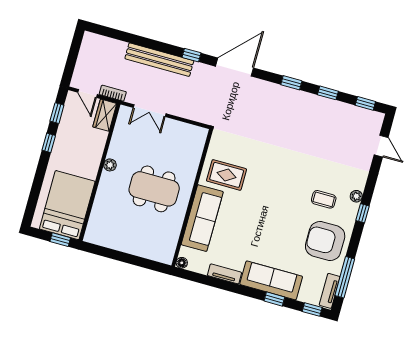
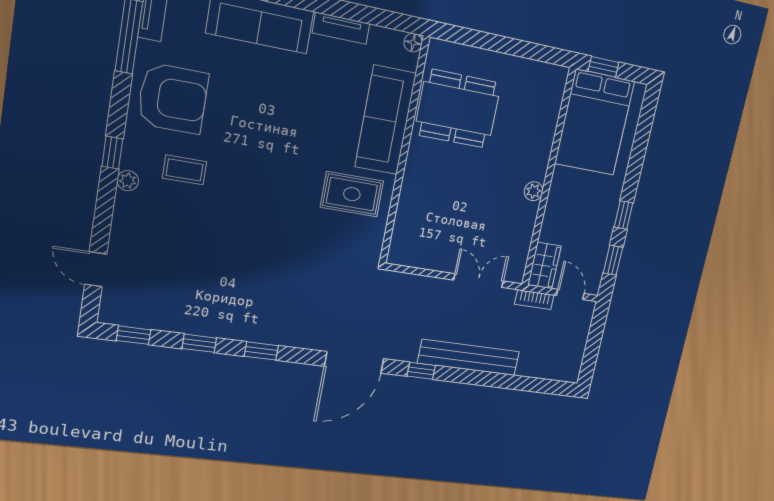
dining table: (154, 189) -> (458, 109), moved

